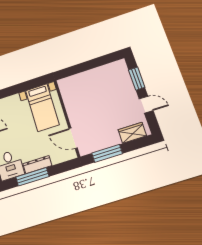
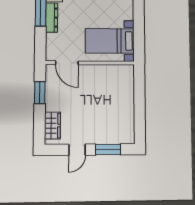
door: (73, 138) -> (67, 63), swing flipped
window: (107, 153) -> (40, 93), width x0.69

